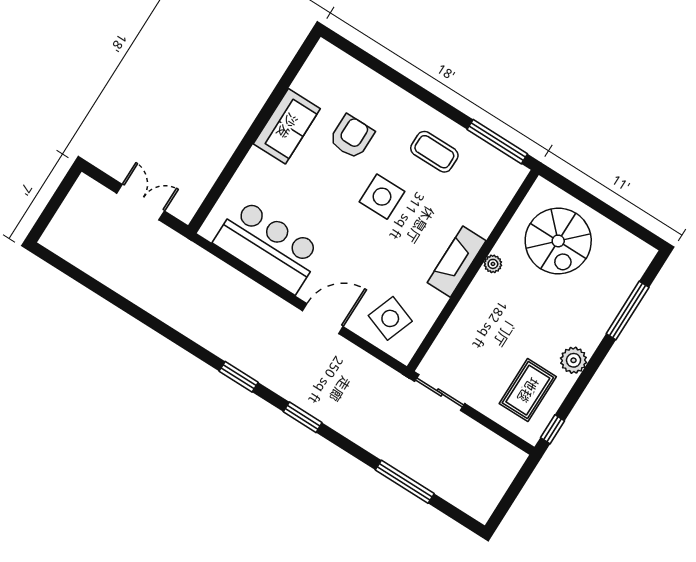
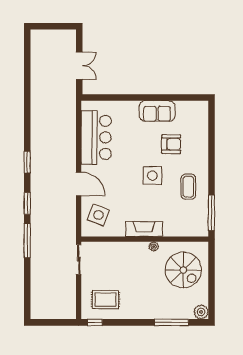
spiral stairs: (558, 241) -> (183, 270), turned -90
plant: (574, 360) -> (201, 312), moved
window: (405, 482) -> (27, 241), moved

